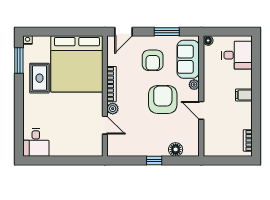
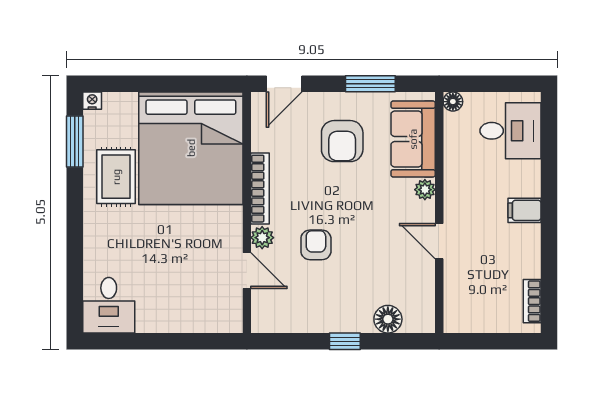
armchair: (163, 99) -> (316, 245), moved, width x0.53, depth x0.53

